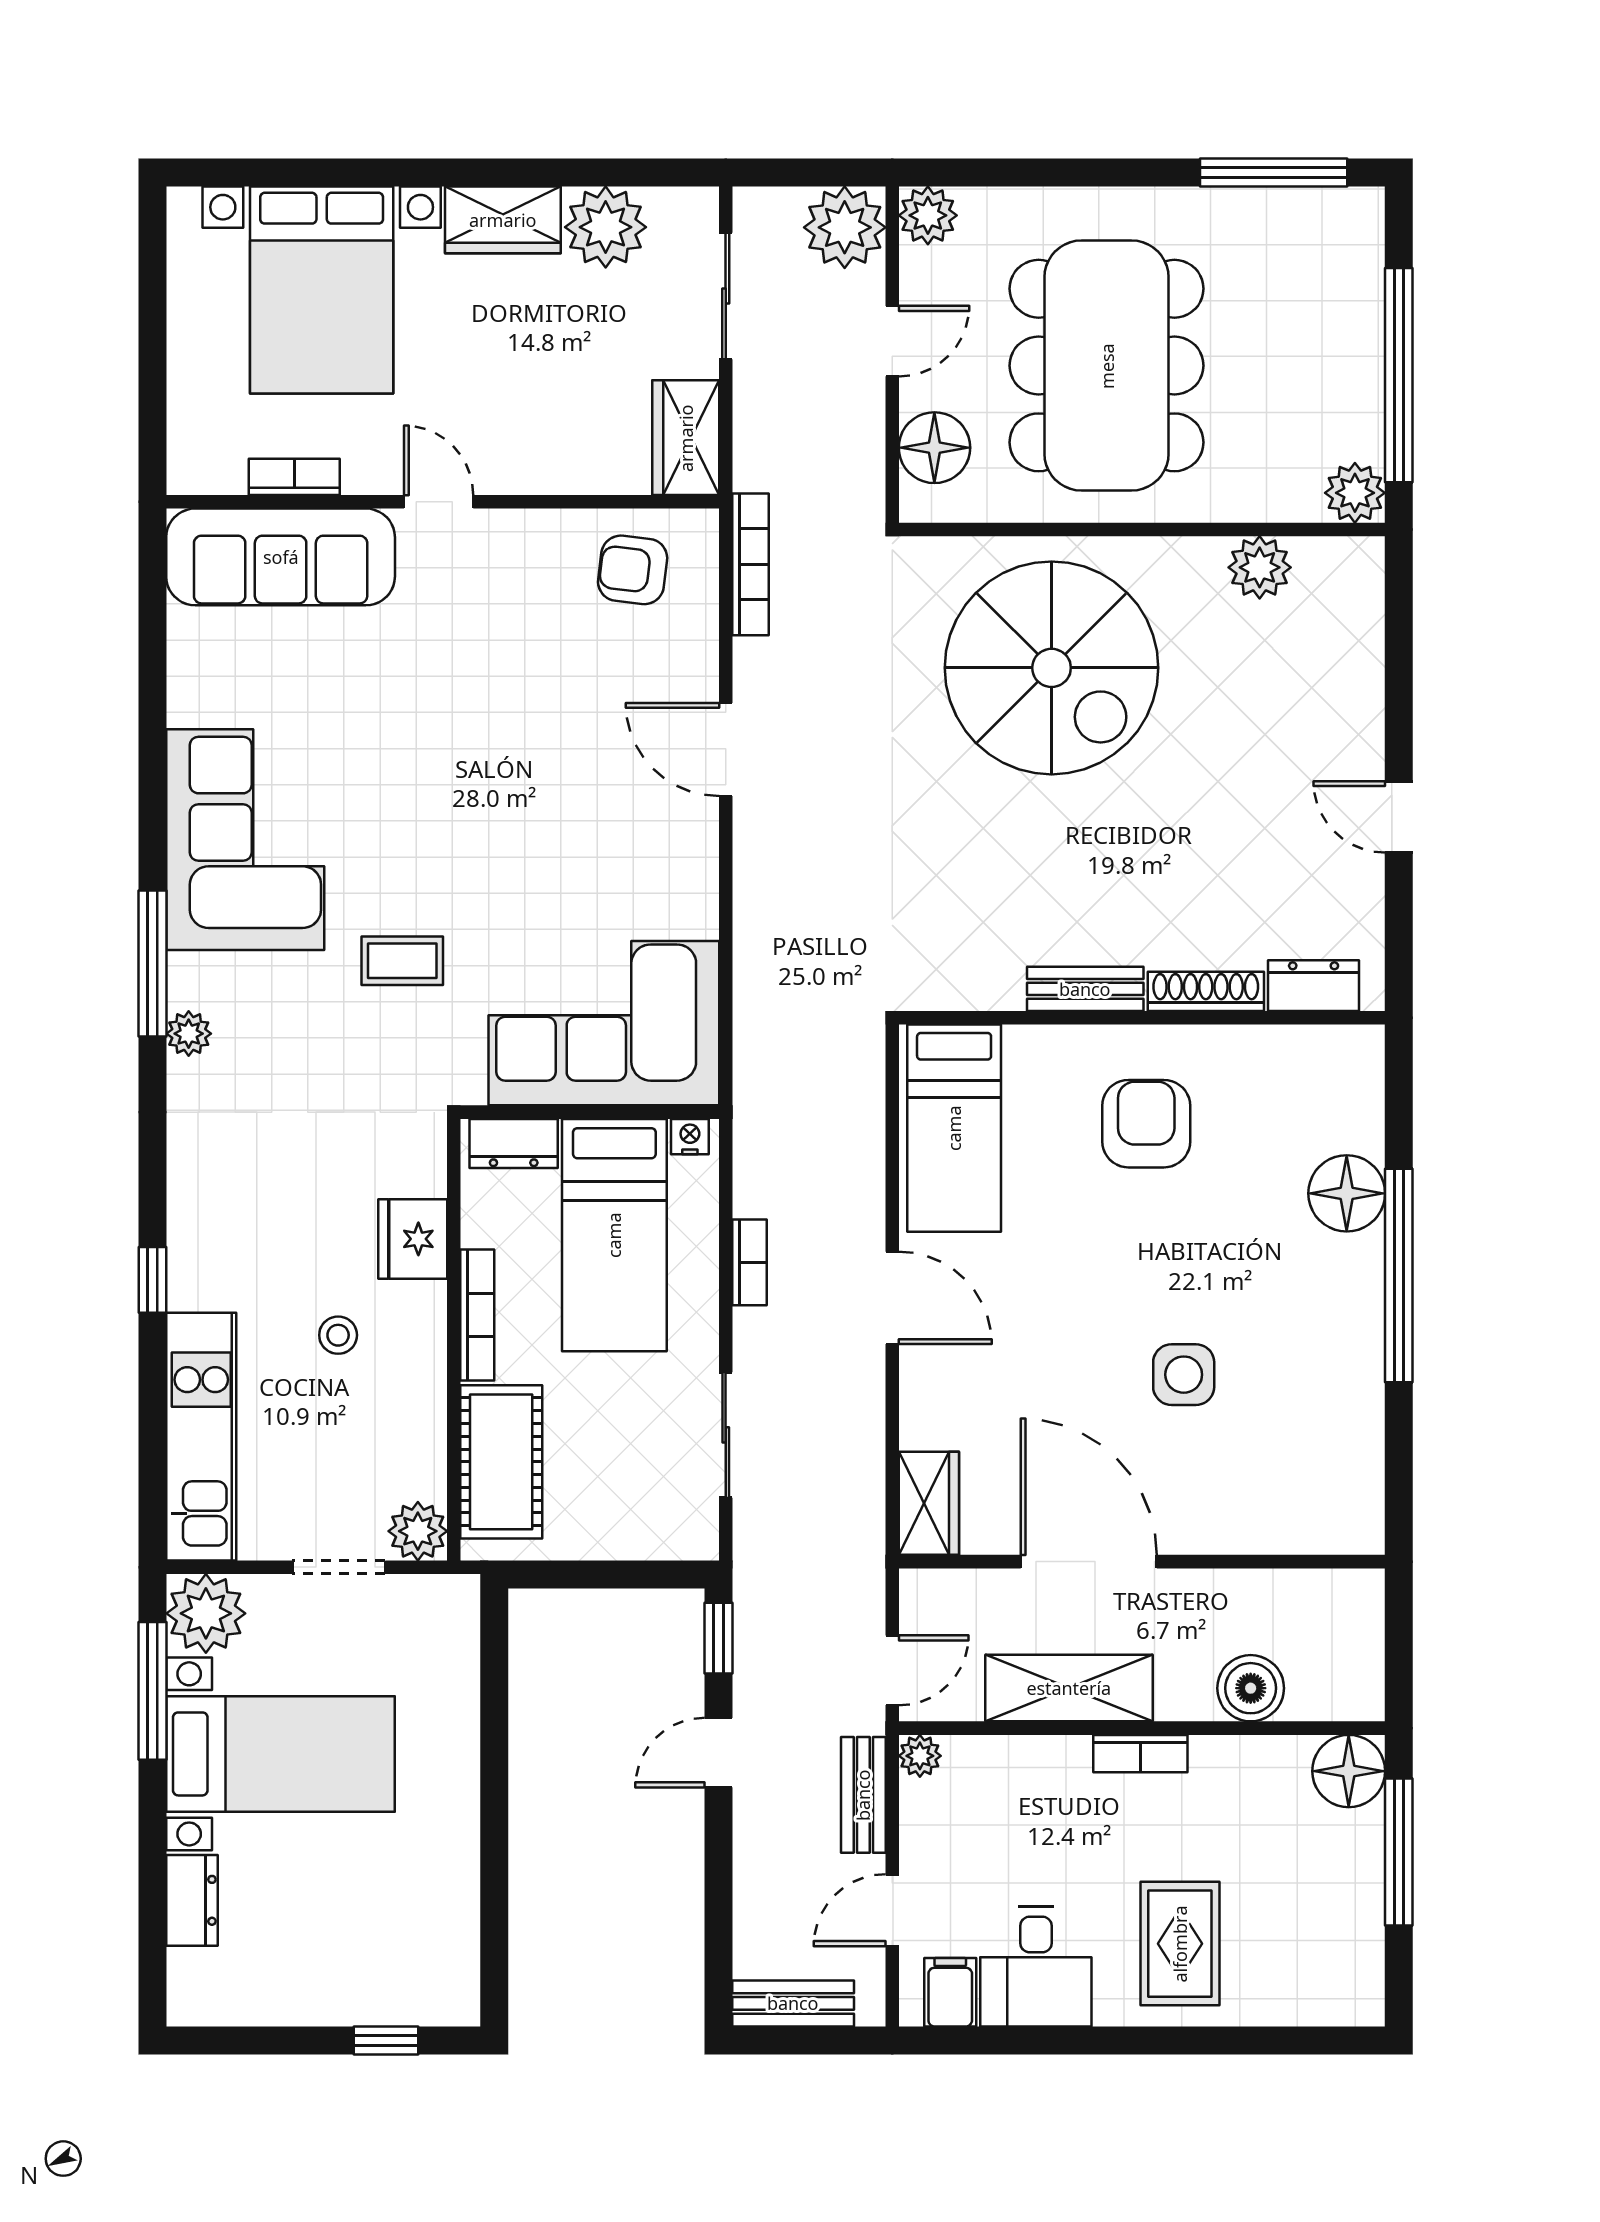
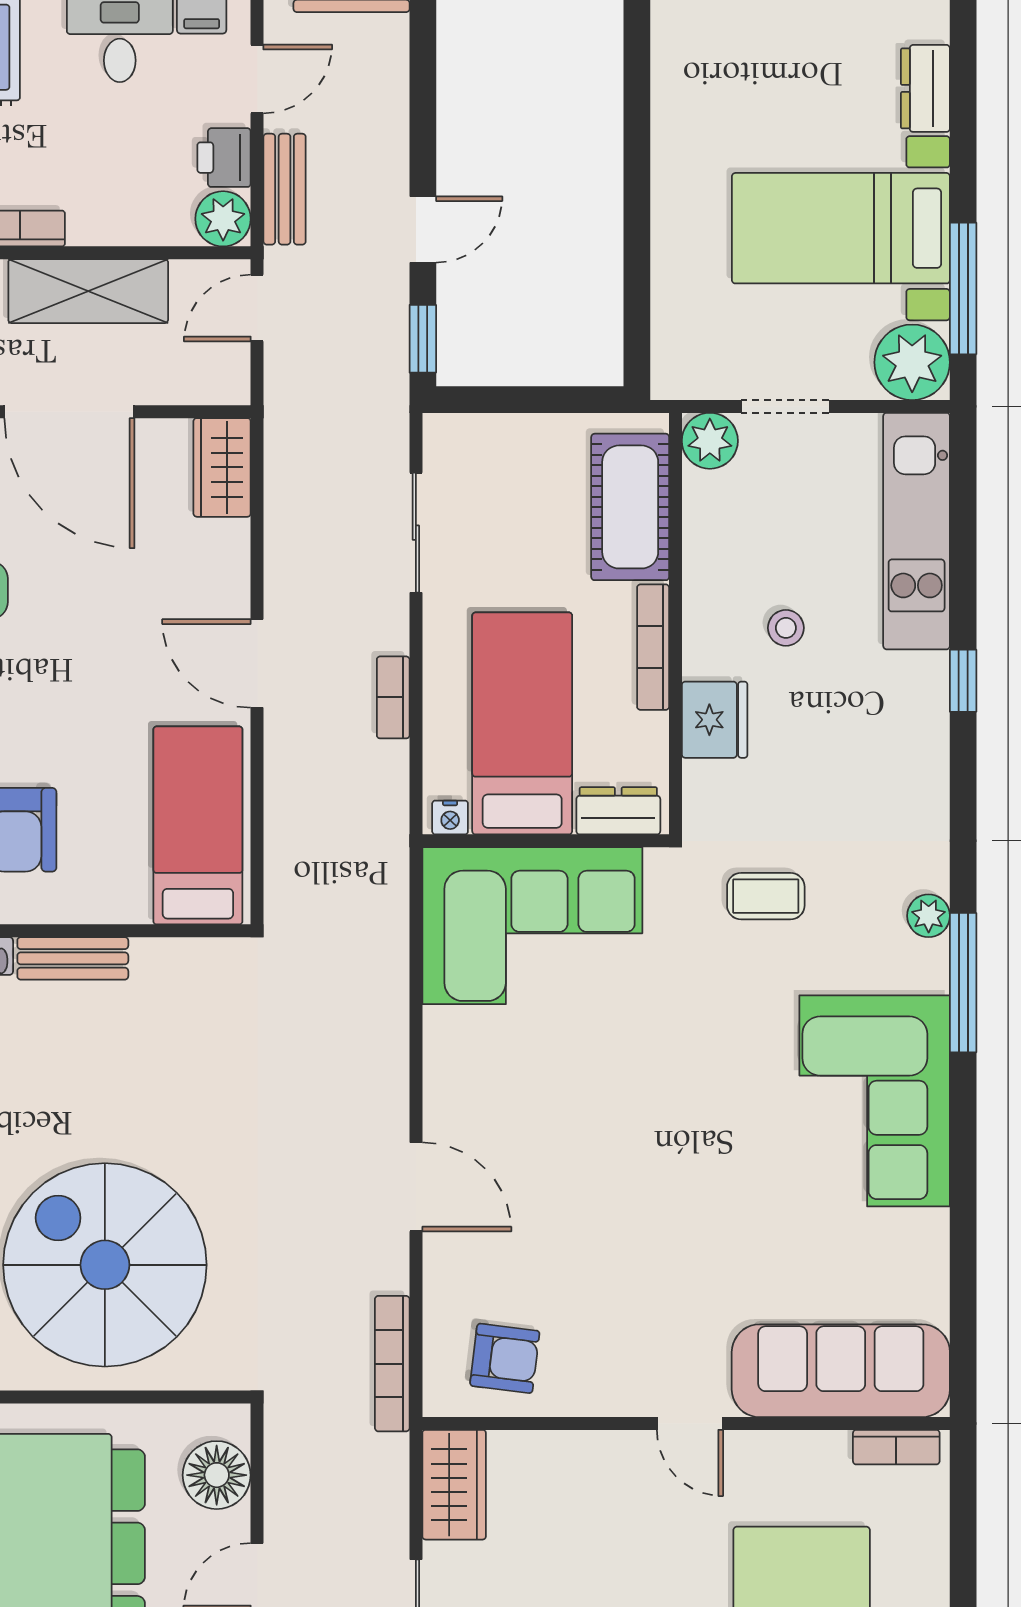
bookcase: (294, 477) -> (896, 1447), moved
coffee table: (402, 961) -> (766, 896), moved
plant: (920, 1756) -> (223, 219), width x1.38, depth x1.38
printer: (927, 1828) -> (224, 158), added

